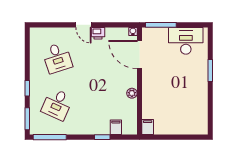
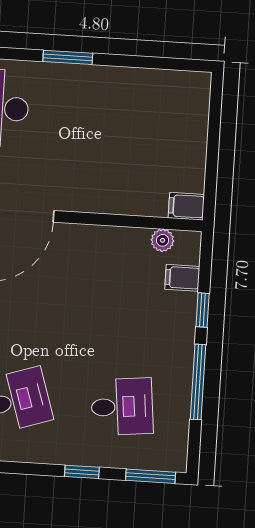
plant: (132, 93) -> (163, 240), moved
desk: (57, 104) -> (122, 407), turned -30
window: (50, 137) -> (198, 382), moved

